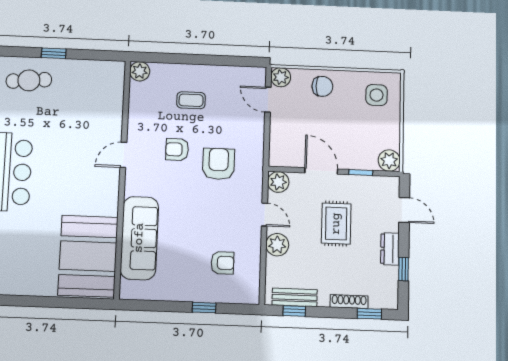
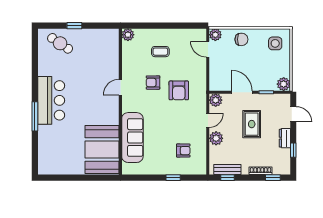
cafe table: (29, 80) -> (60, 43), turned 39
armchair: (219, 164) -> (179, 90), turned 180
door: (264, 215) -> (208, 120), hinge flipped

